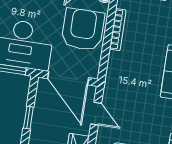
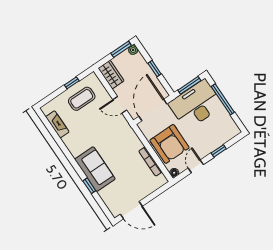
door: (68, 78) -> (153, 110), hinge flipped

